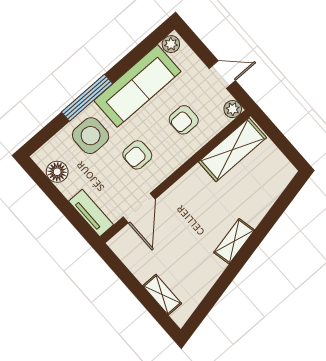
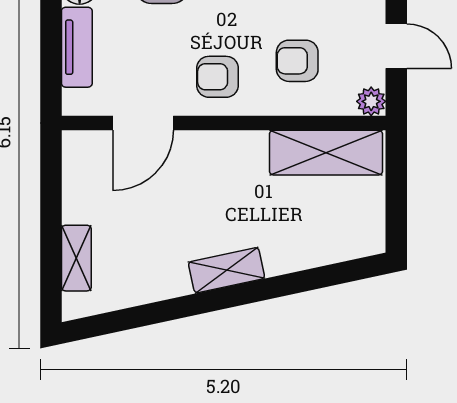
armchair: (137, 155) -> (218, 77), moved
tv unit: (91, 213) -> (77, 47), moved

